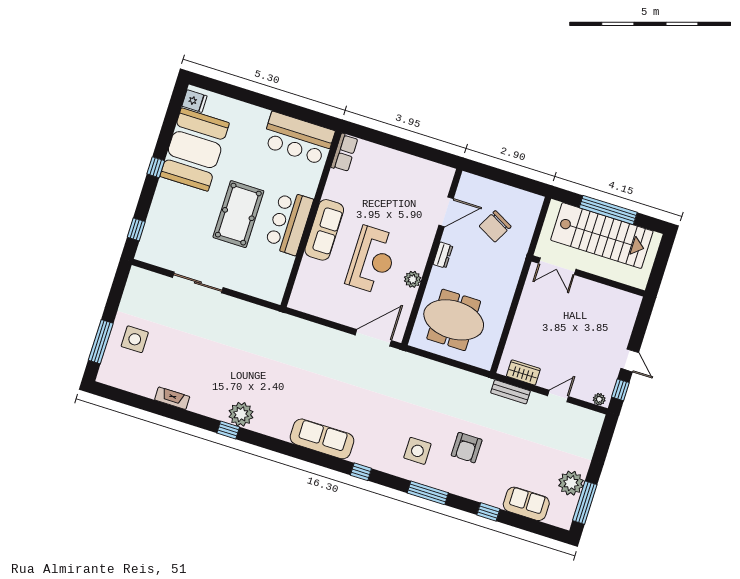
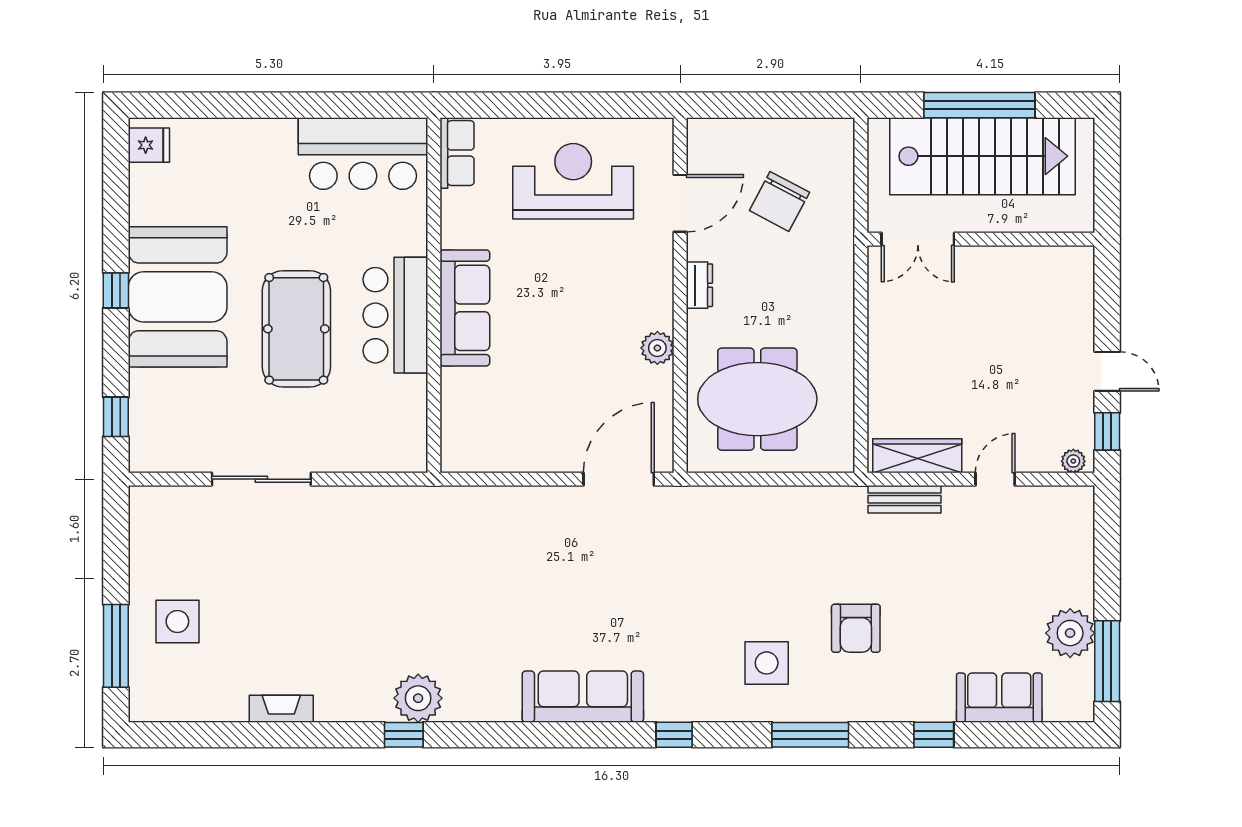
booth: (195, 150) -> (178, 297), moved
reception desk: (372, 260) -> (573, 181), moved, turned -90
wardrobe: (523, 372) -> (917, 456), width x1.50

